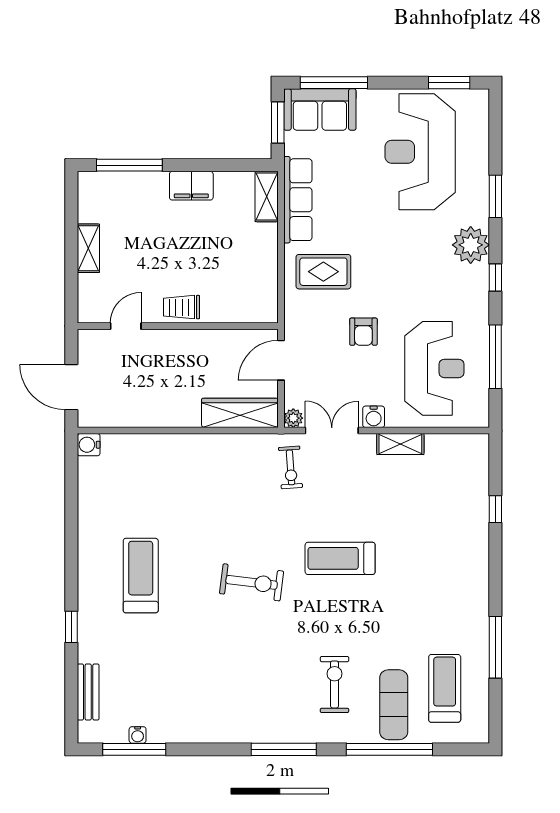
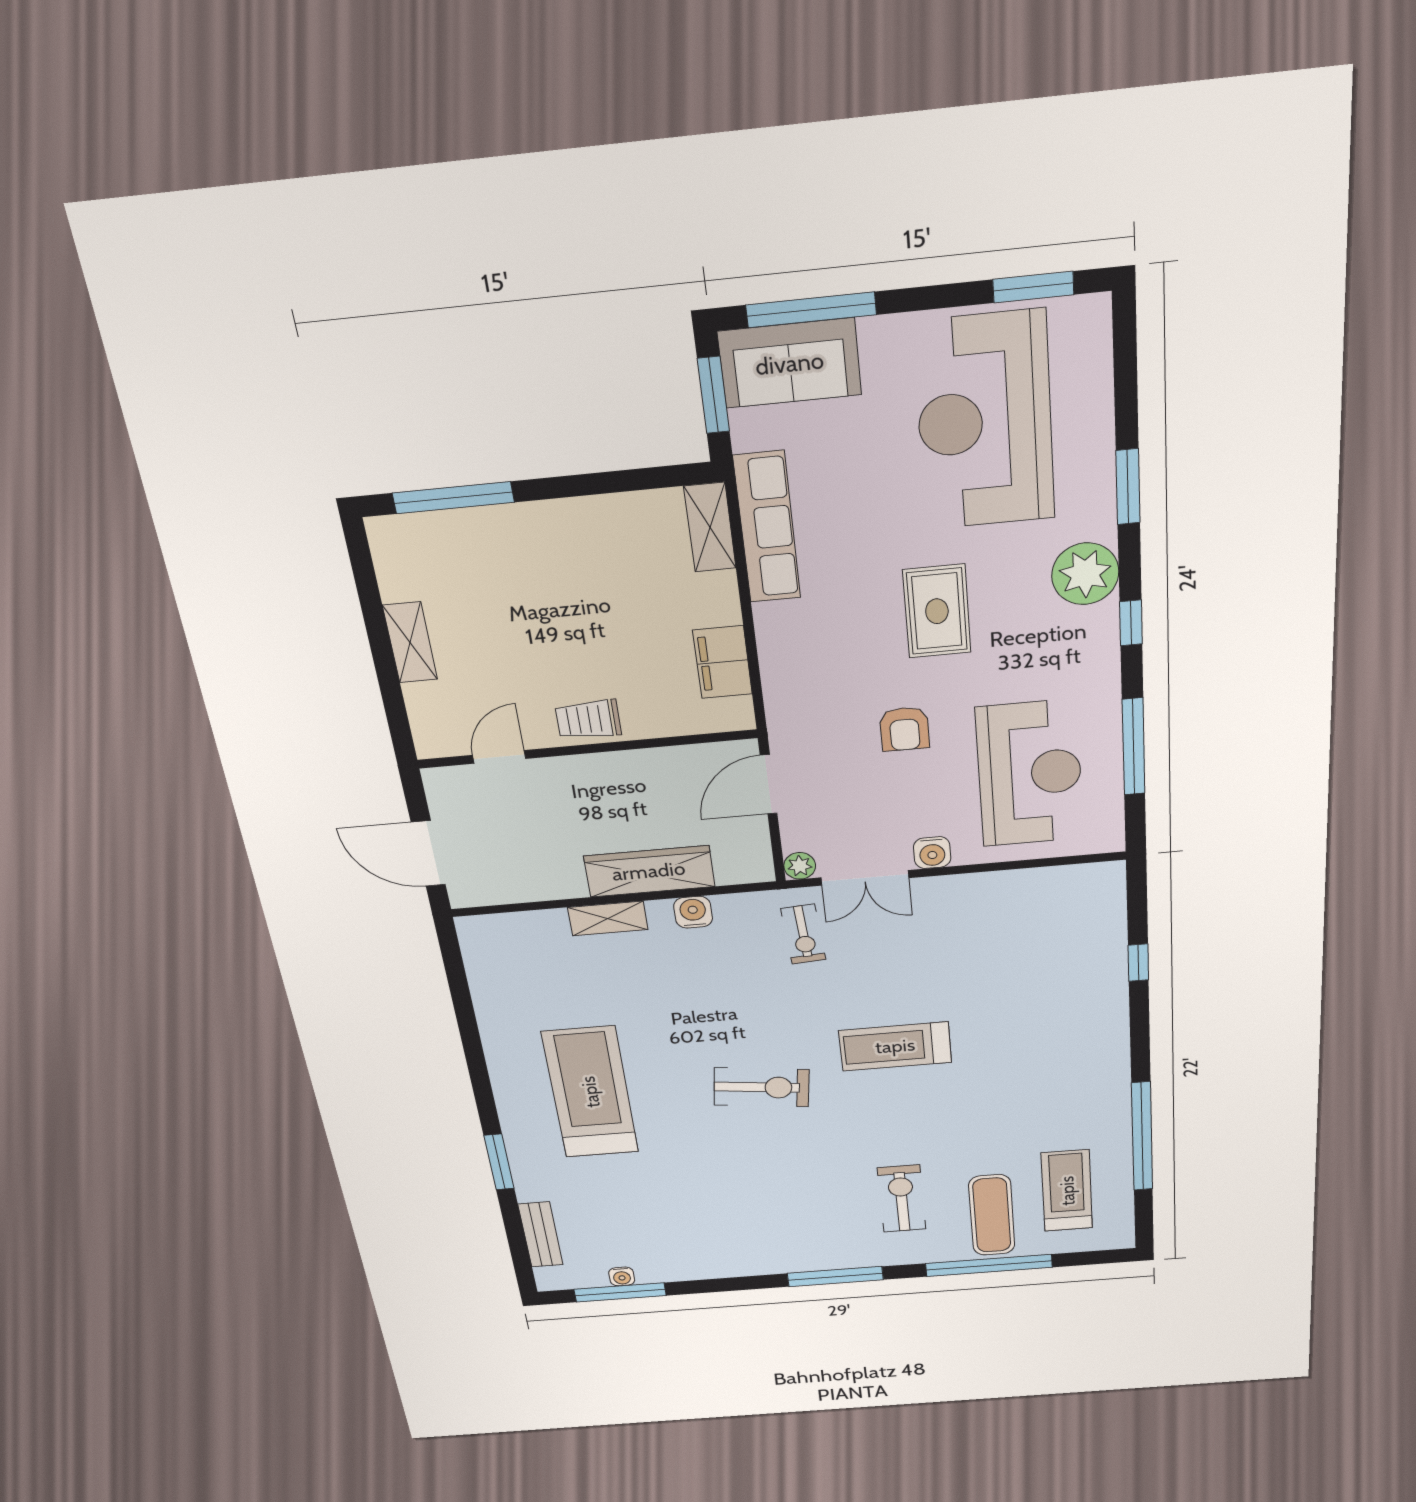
filing cabinet: (191, 186) -> (723, 662), moved, turned 90
rug: (323, 272) -> (937, 611), moved, turned 90
wardrobe: (240, 413) -> (649, 871), moved
double door: (332, 431) -> (865, 878), swing flipped
shelving: (400, 444) -> (608, 918), moved
water cooler: (89, 445) -> (693, 912), moved, turned 90
treadmill: (141, 576) -> (590, 1092), width x1.37, depth x1.38
window: (71, 627) -> (499, 1162), width x1.50
window: (495, 647) -> (1142, 1137), width x1.46

